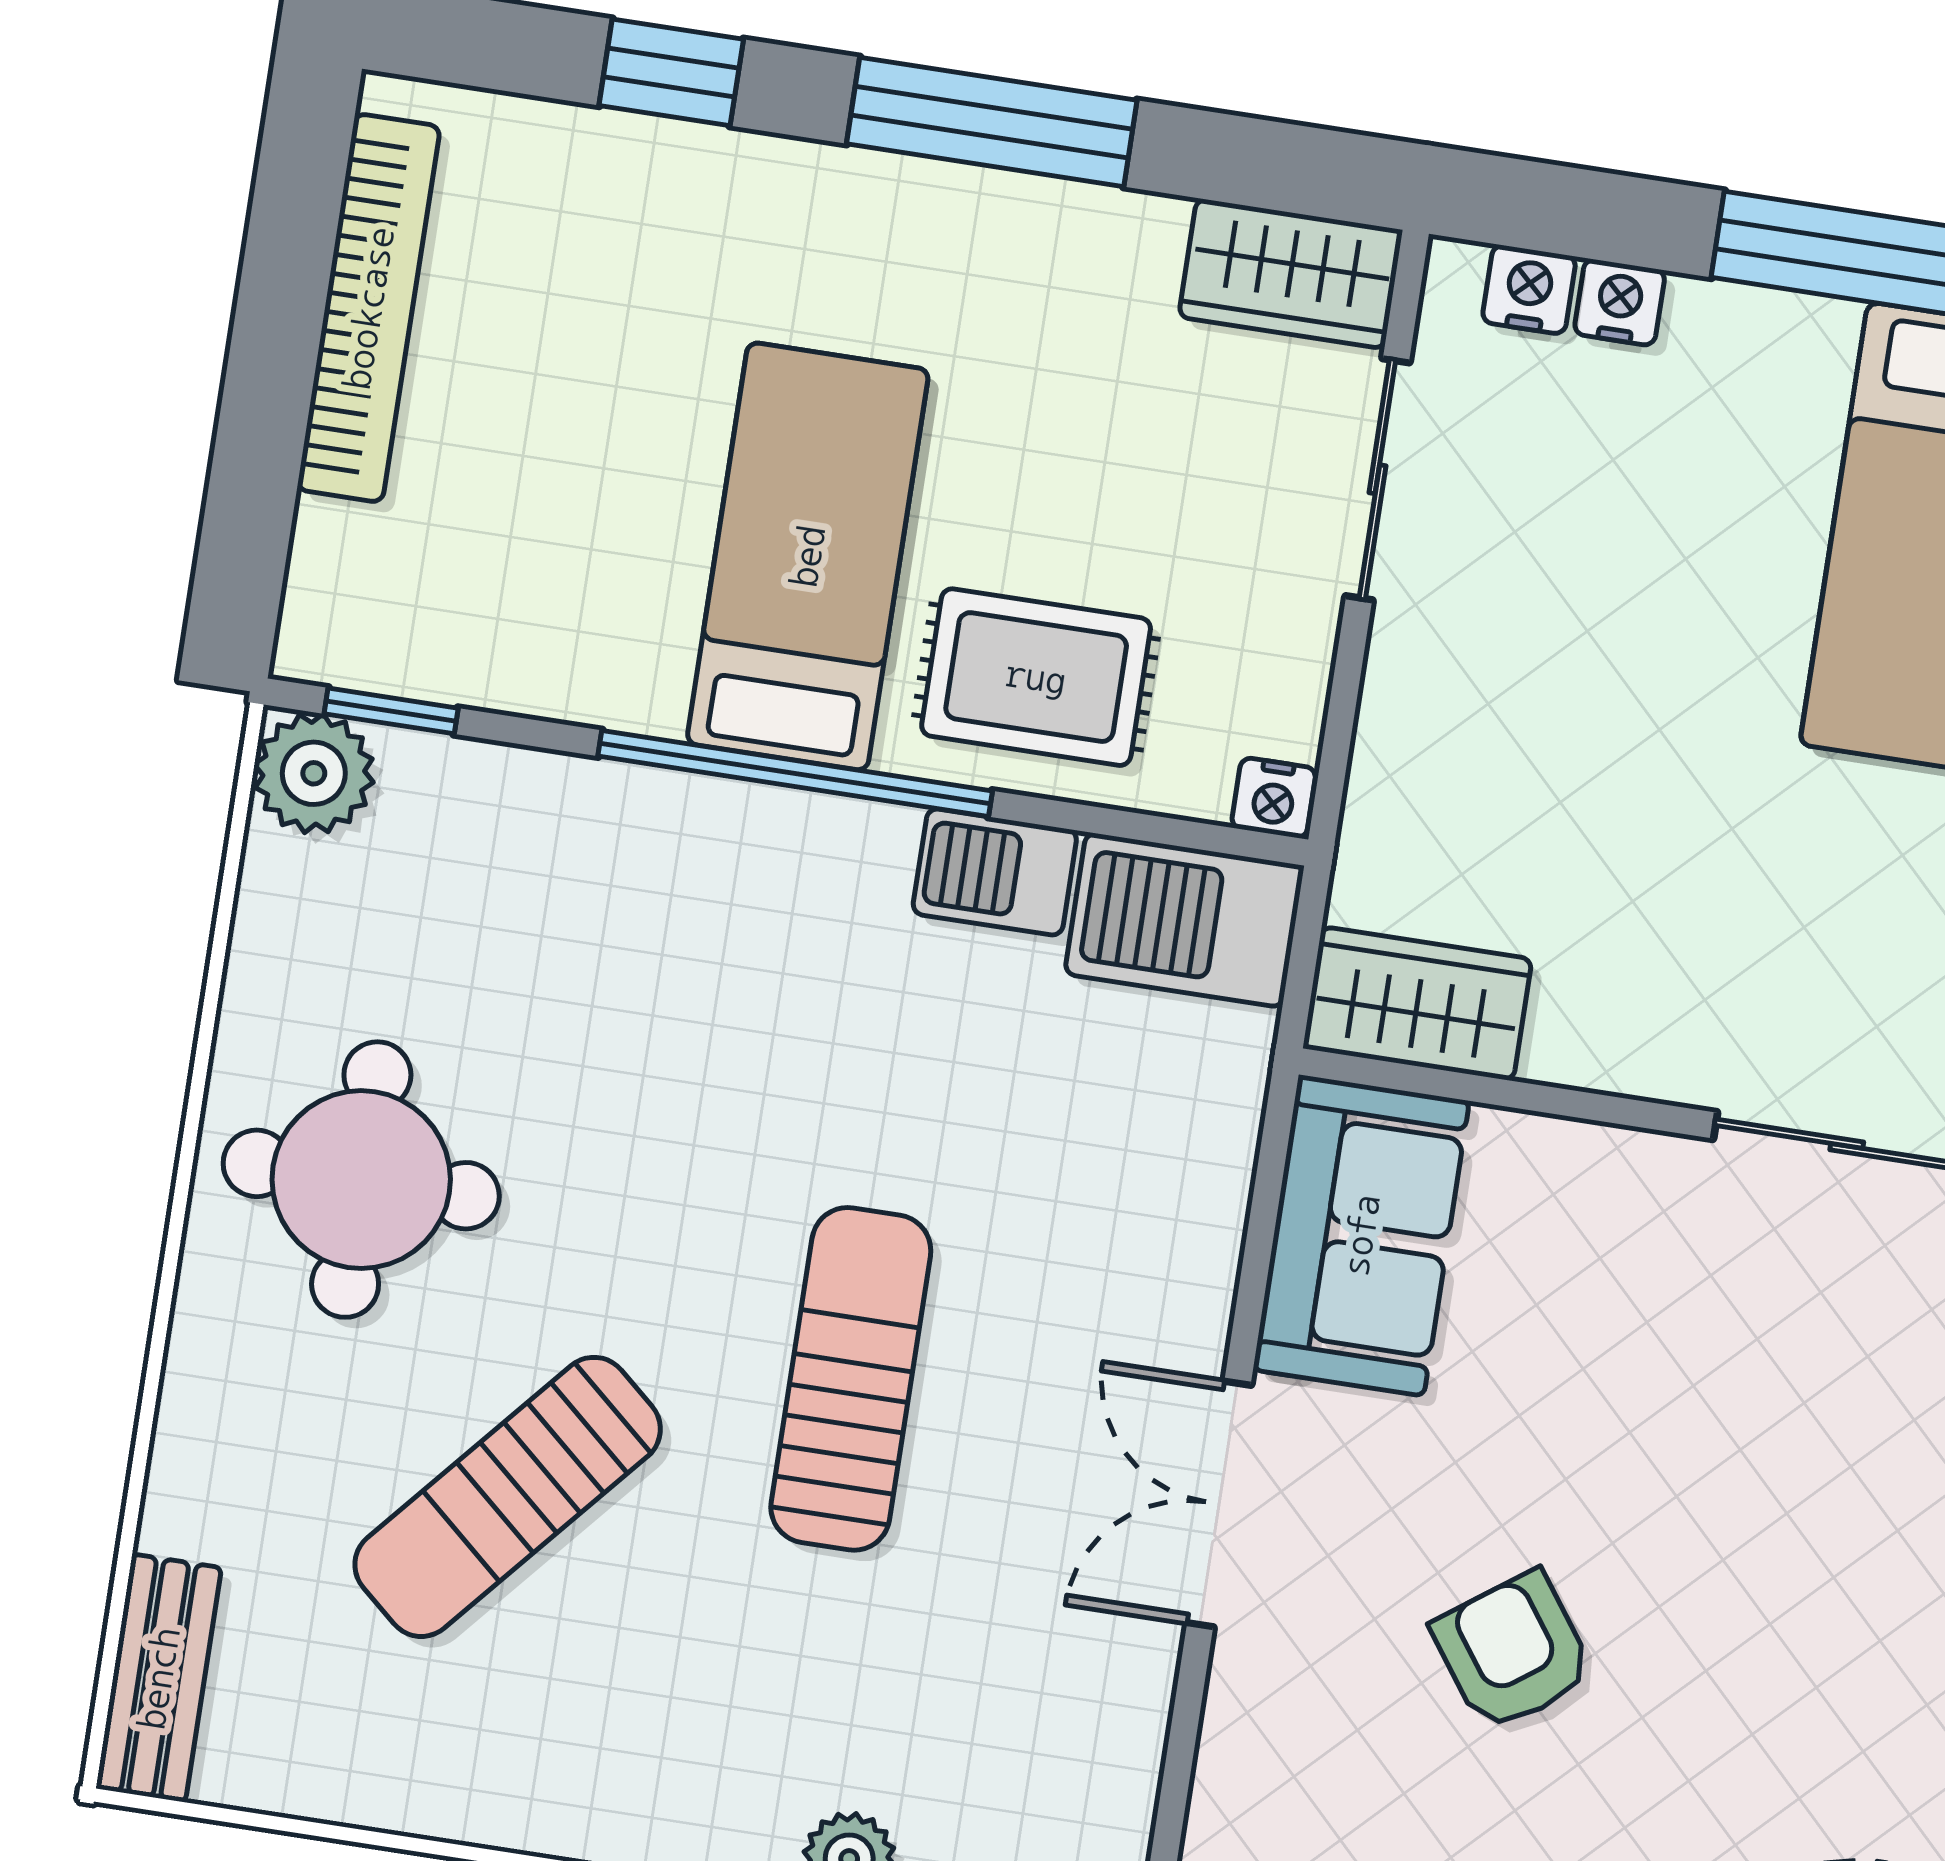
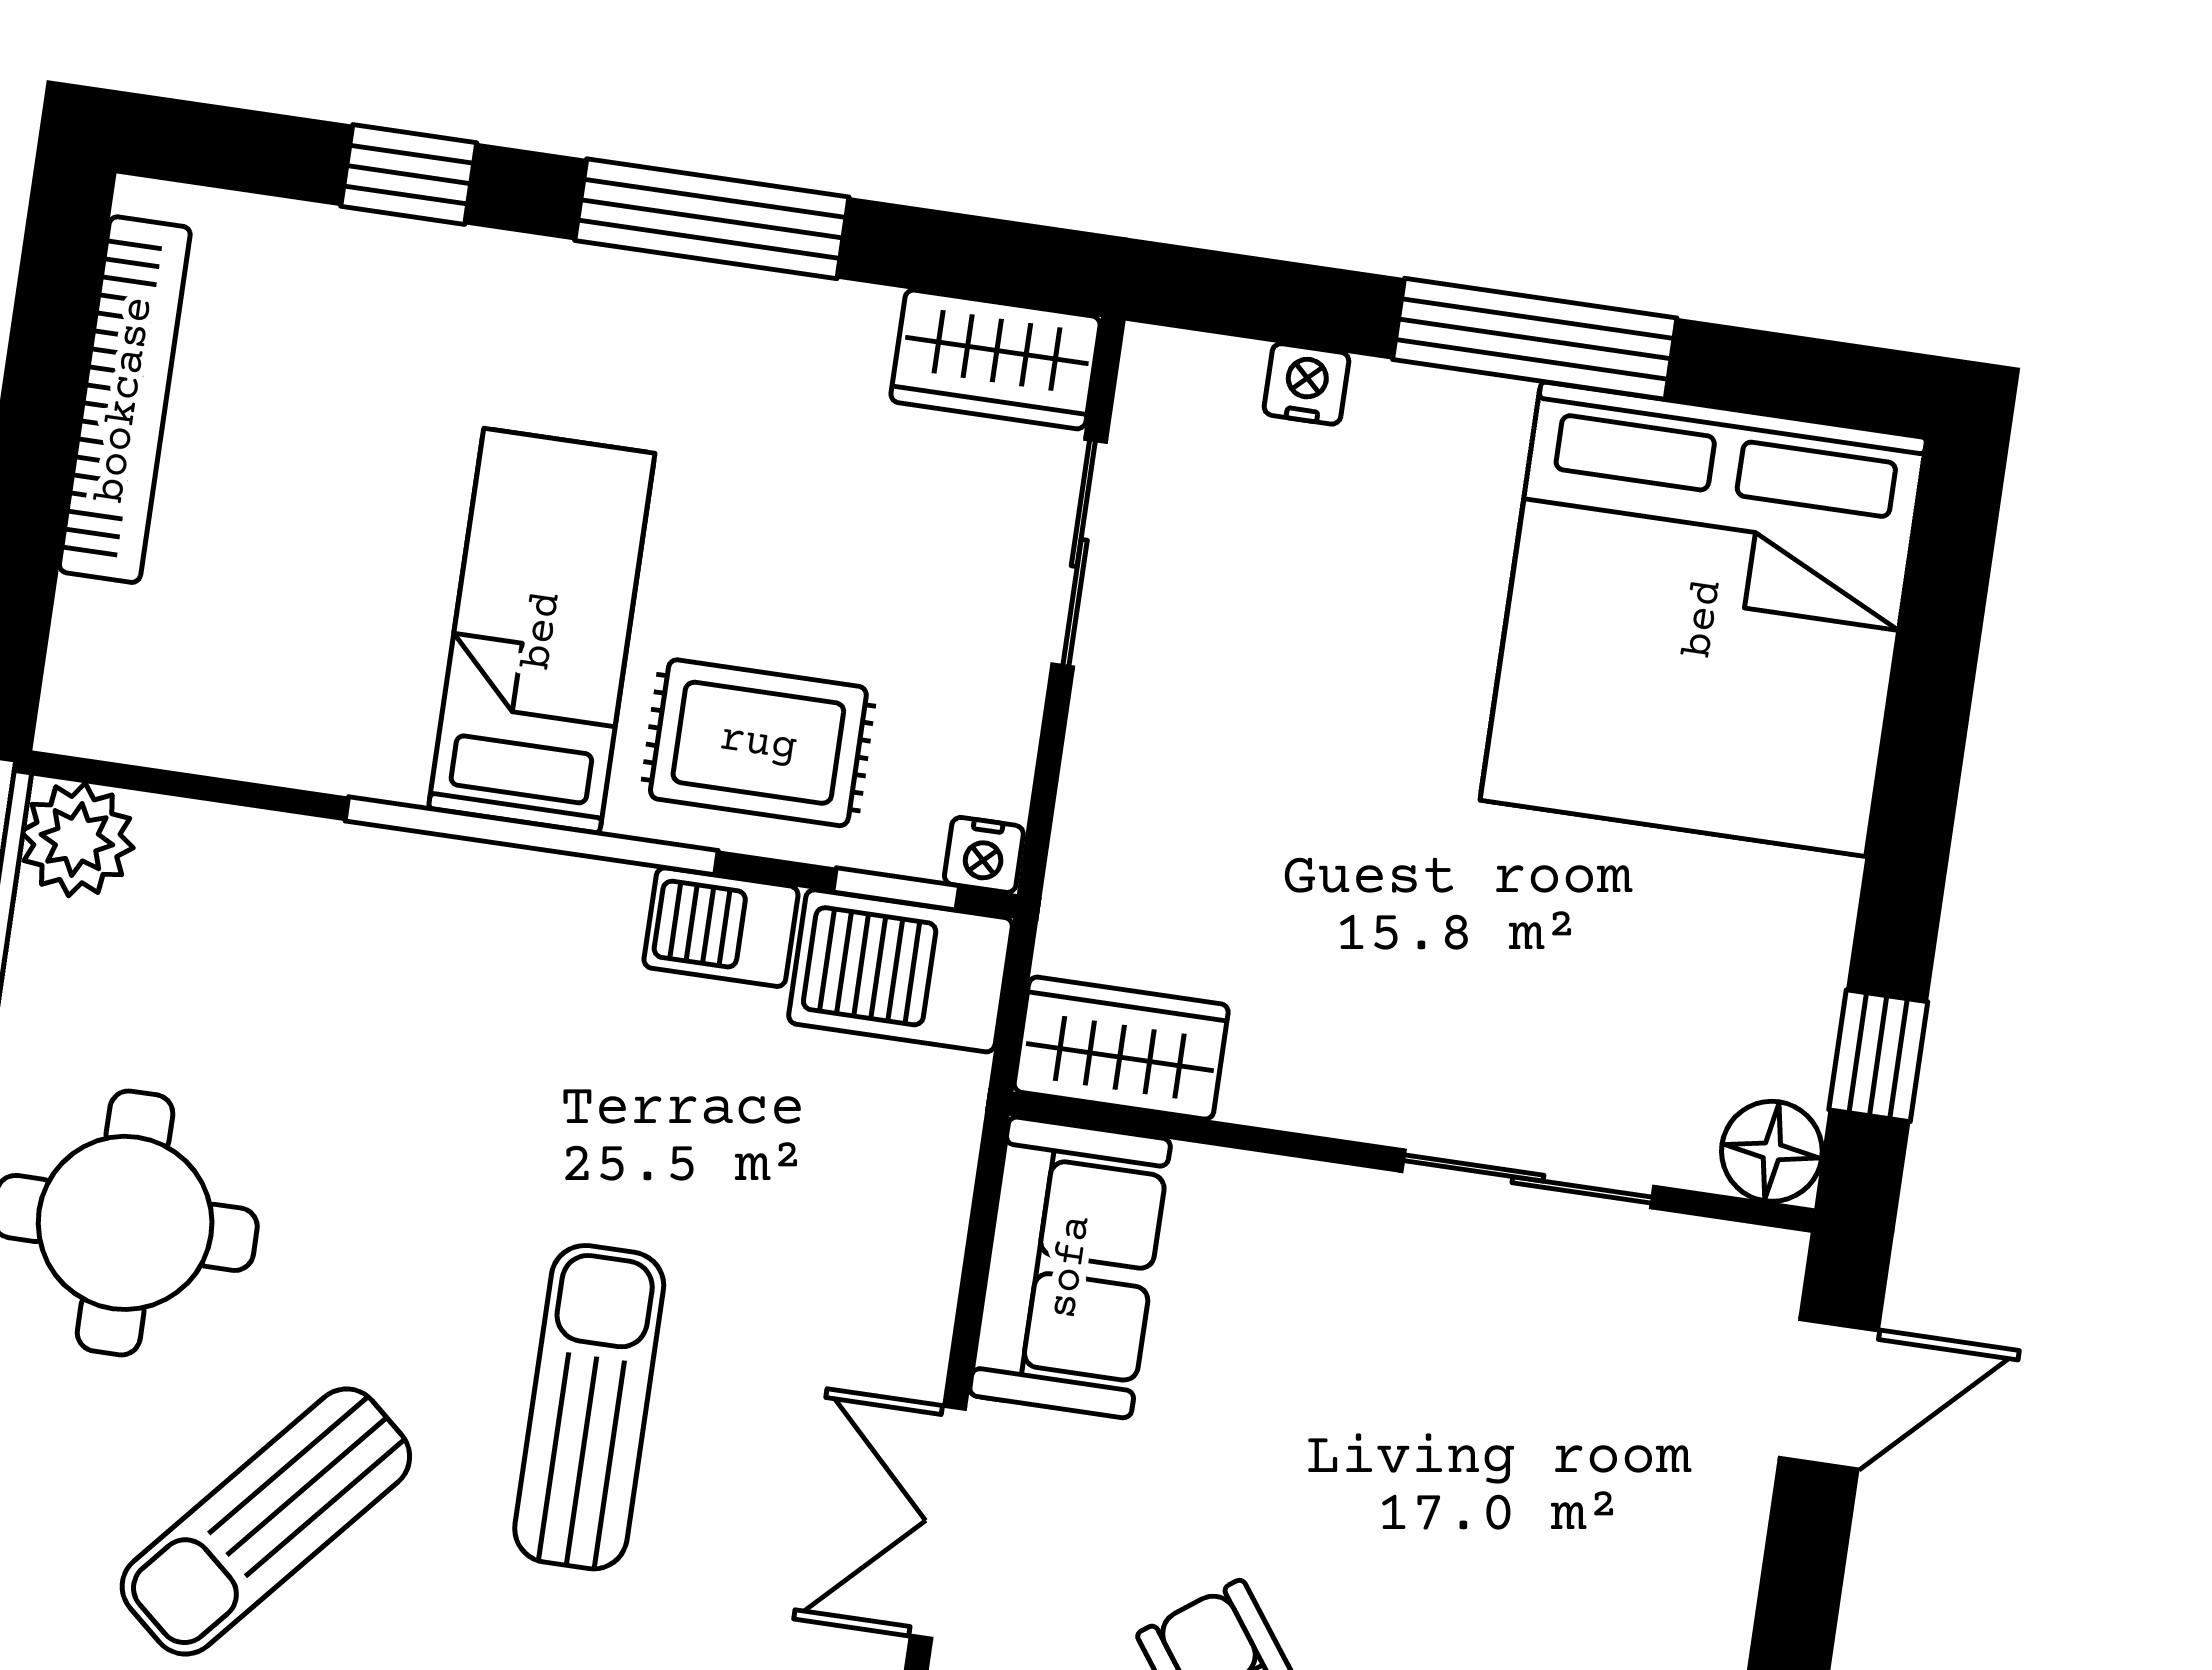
nightstand: (1529, 289) -> (1221, 372), removed
window: (391, 711) -> (896, 889), moved

